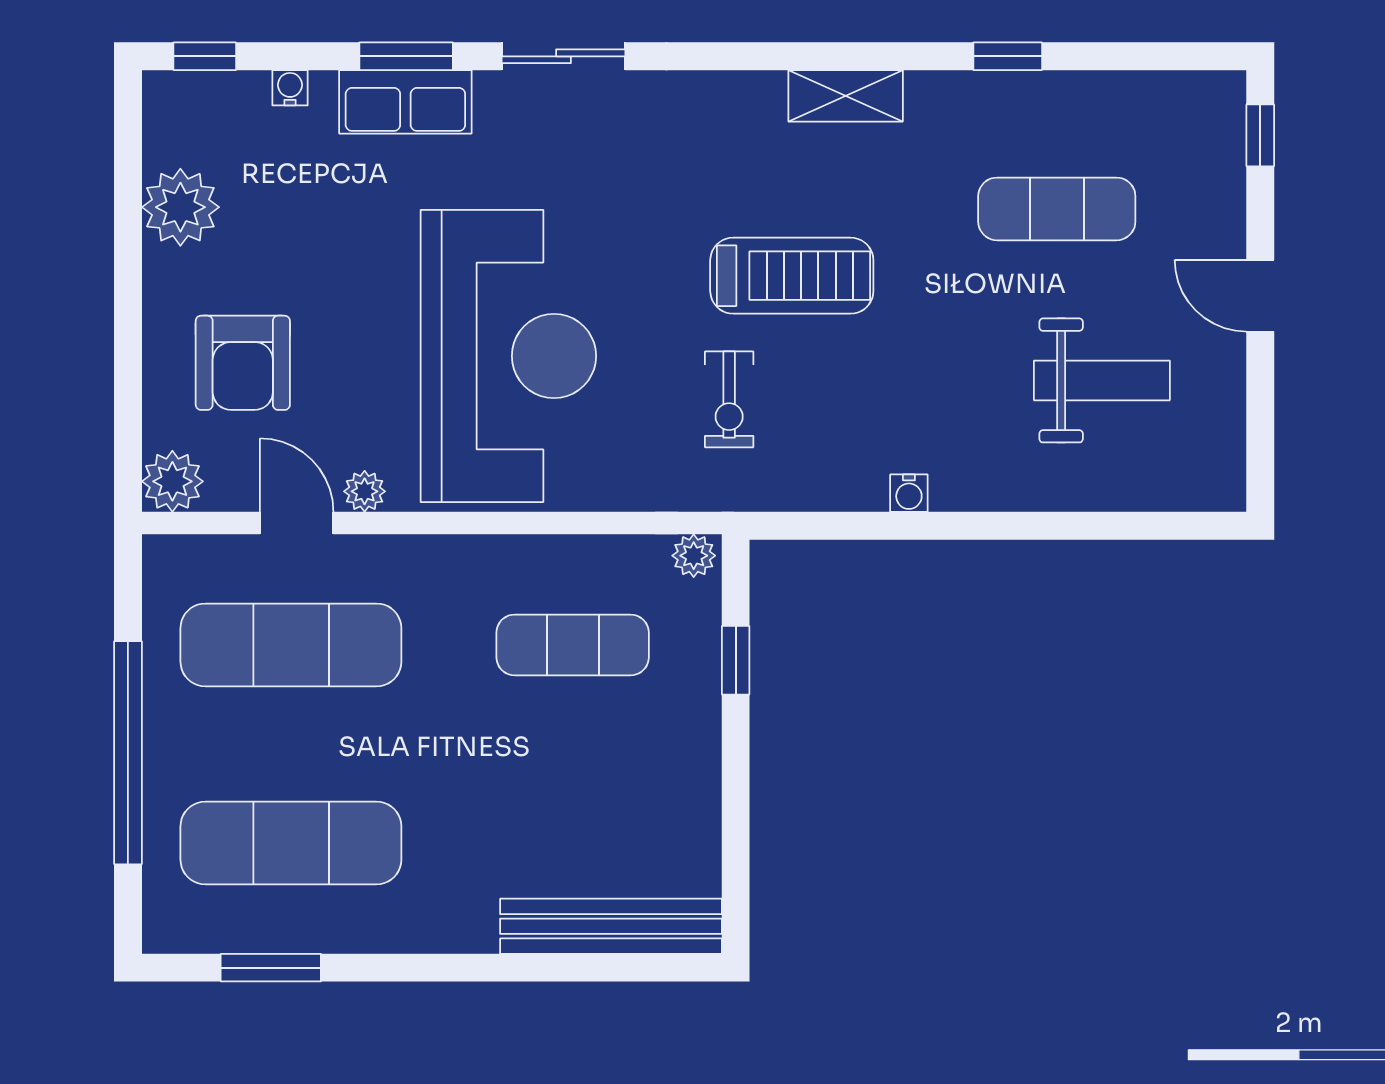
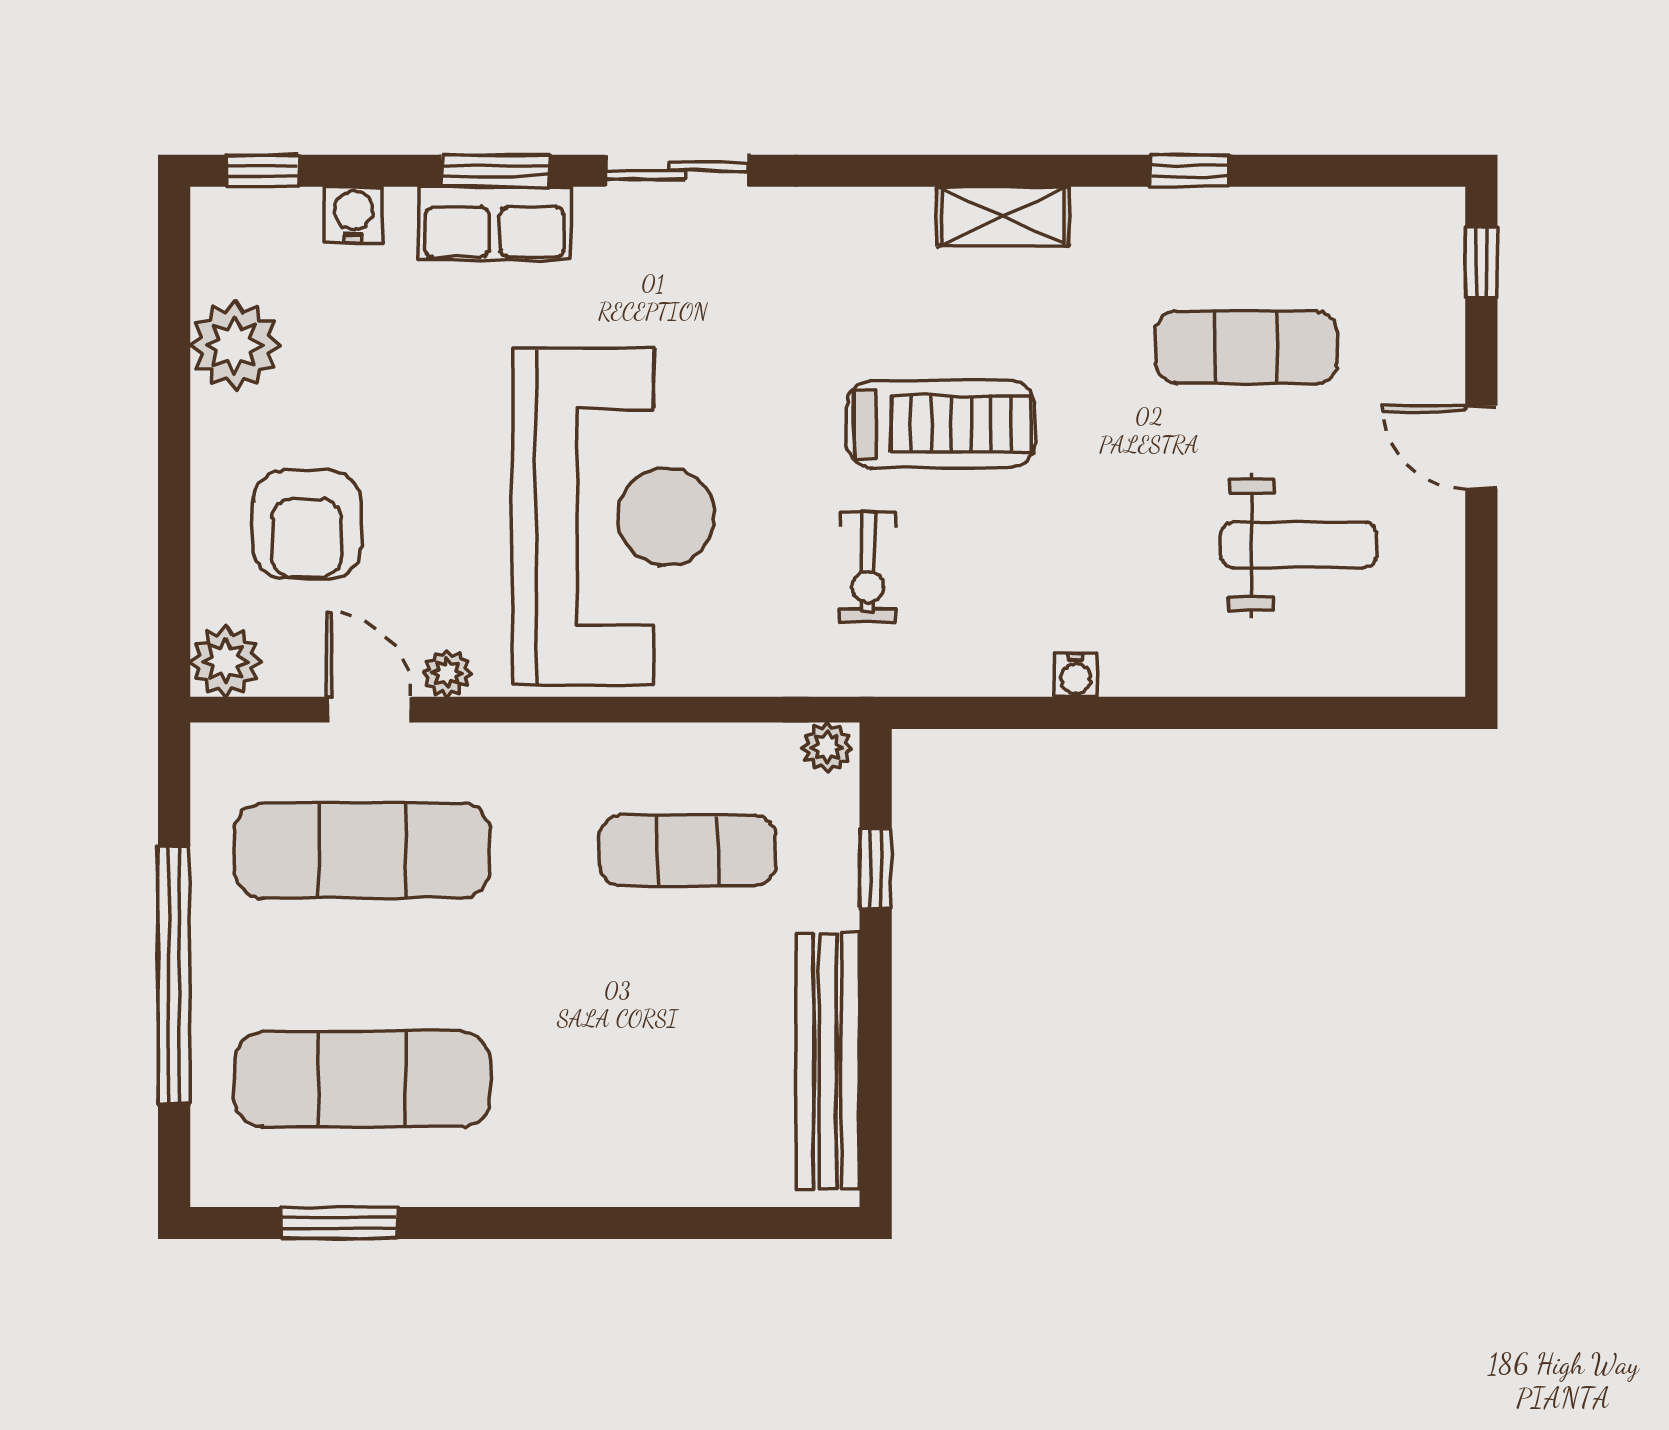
water cooler: (290, 88) -> (353, 215), width x1.38, depth x1.38
bench: (611, 926) -> (828, 1061), moved, turned 90

